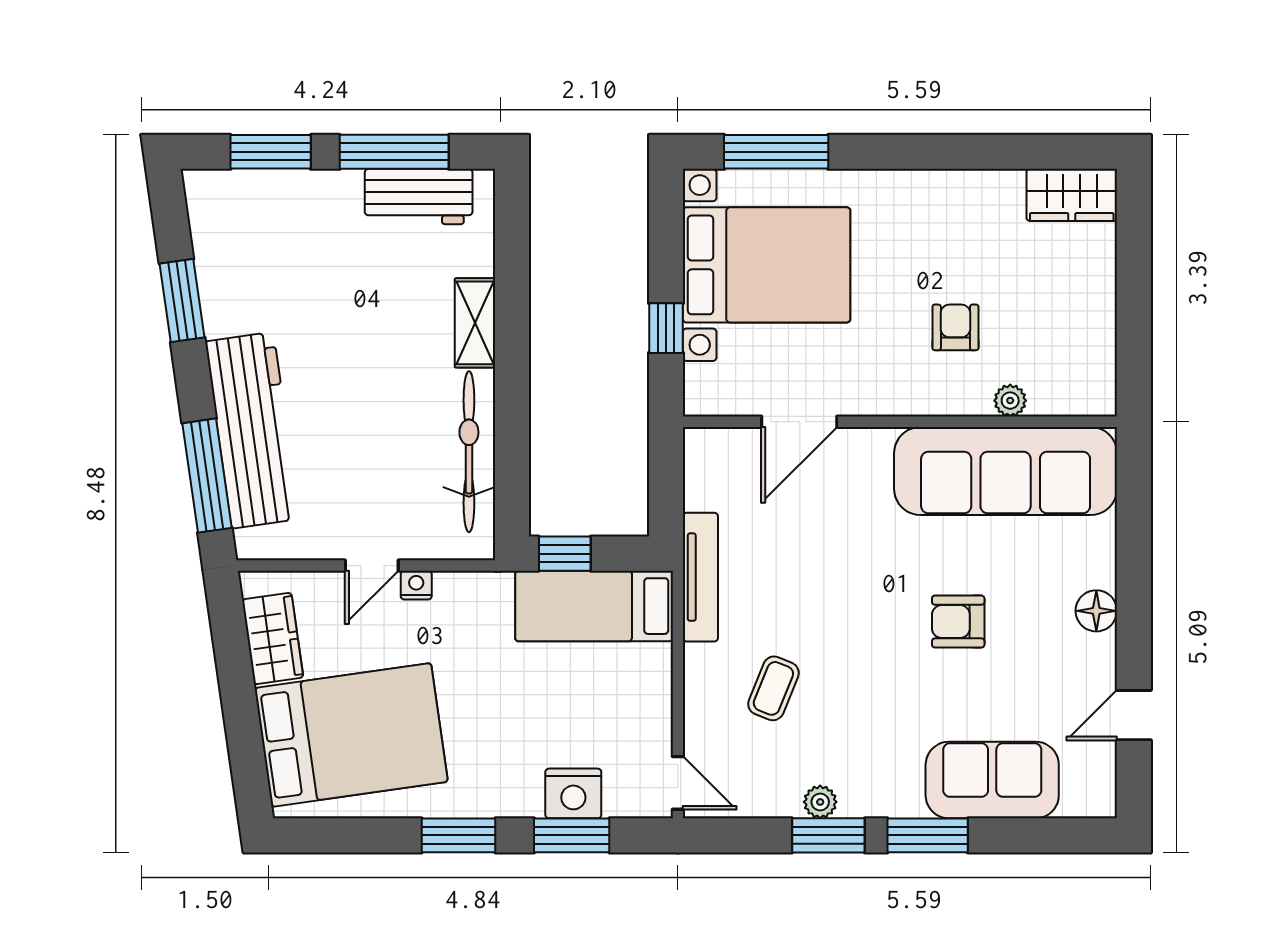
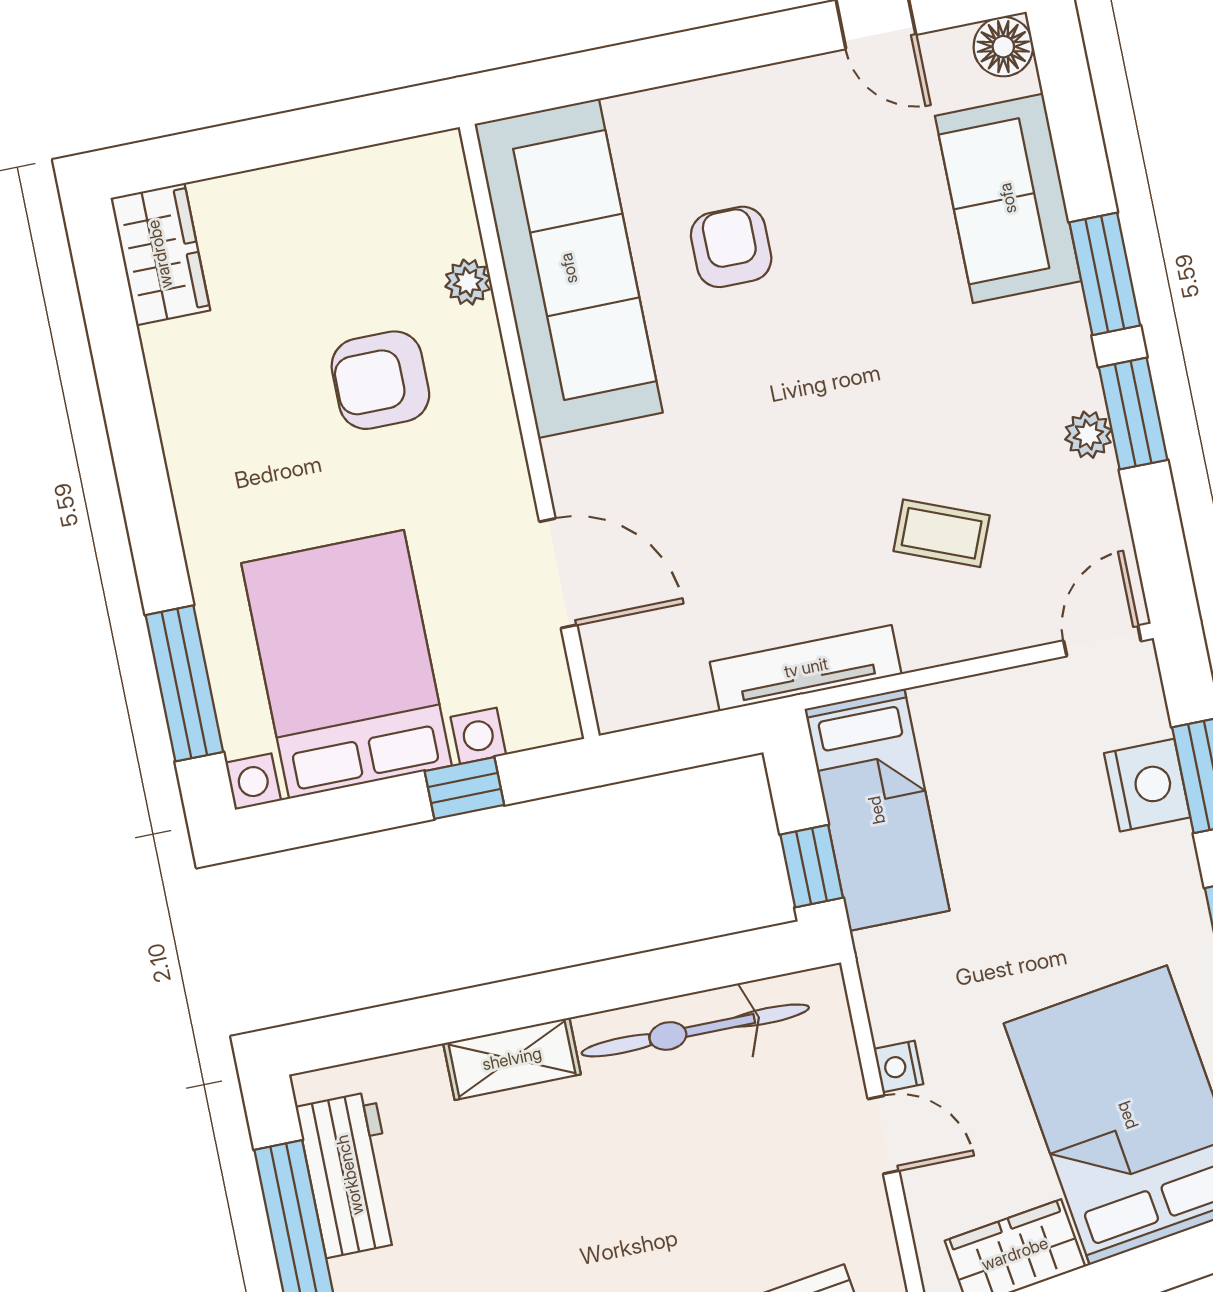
armchair: (955, 327) -> (380, 380), width x1.38, depth x1.38
floor lamp: (1096, 611) -> (1003, 47), moved
armchair: (958, 622) -> (731, 247), moved, turned 180

